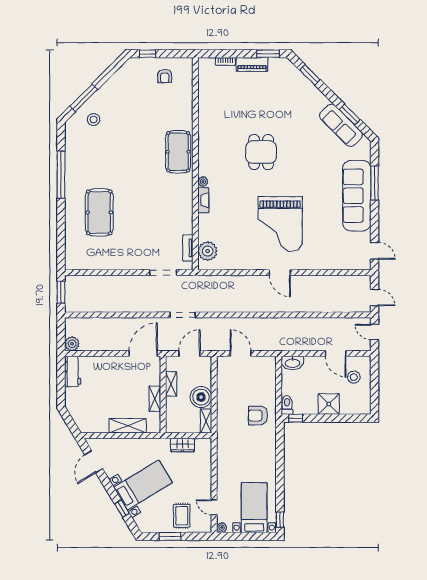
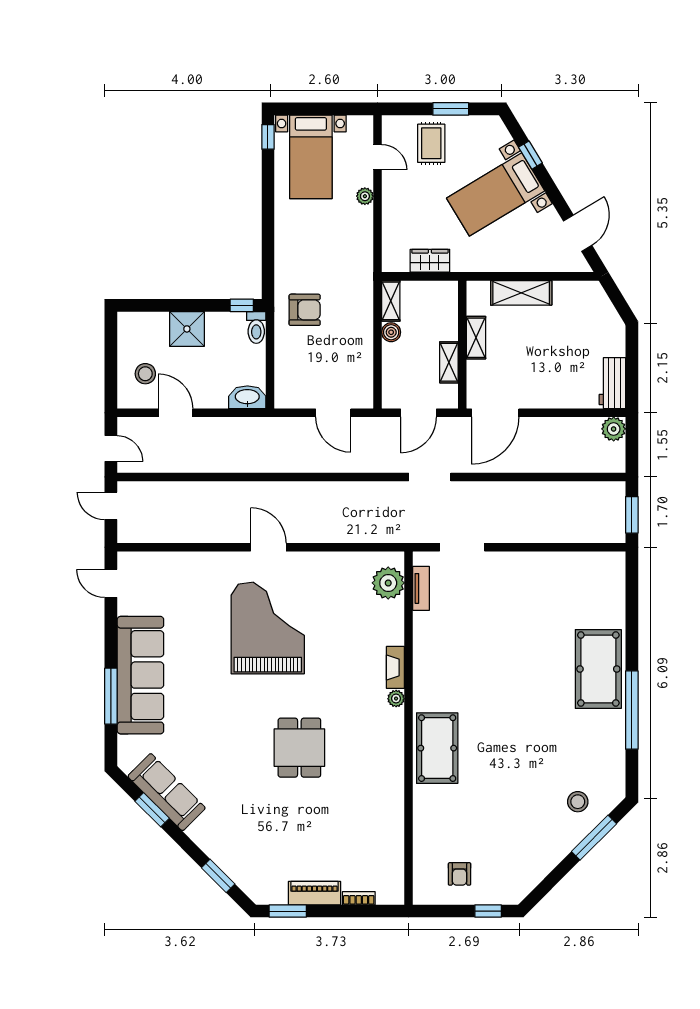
armchair: (165, 76) -> (460, 874), turned 180
pool table: (99, 212) -> (598, 669), moved
boiler: (201, 397) -> (391, 332), width x0.54, depth x0.54
plant: (222, 528) -> (365, 196), moved

